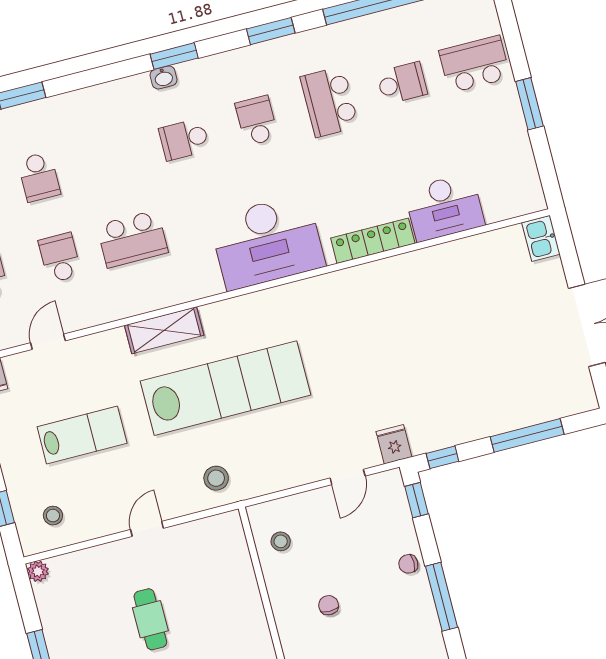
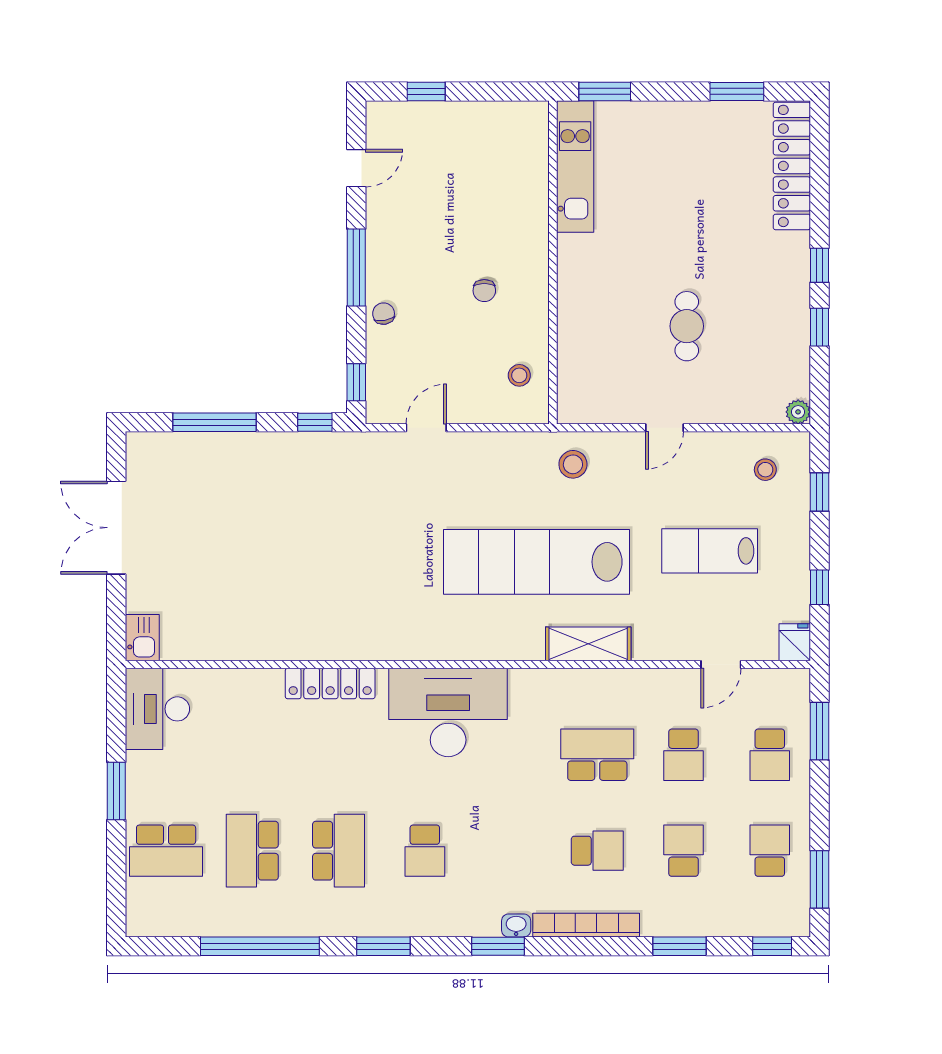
school desk: (402, 83) -> (252, 851), width x1.85
bookcase: (105, 93) -> (586, 925), added
school desk: (184, 139) -> (597, 851), moved
desk: (444, 207) -> (157, 709), moved, turned -90
fridge: (394, 444) -> (365, 451), removed
chair: (408, 564) -> (384, 314), turned -99

